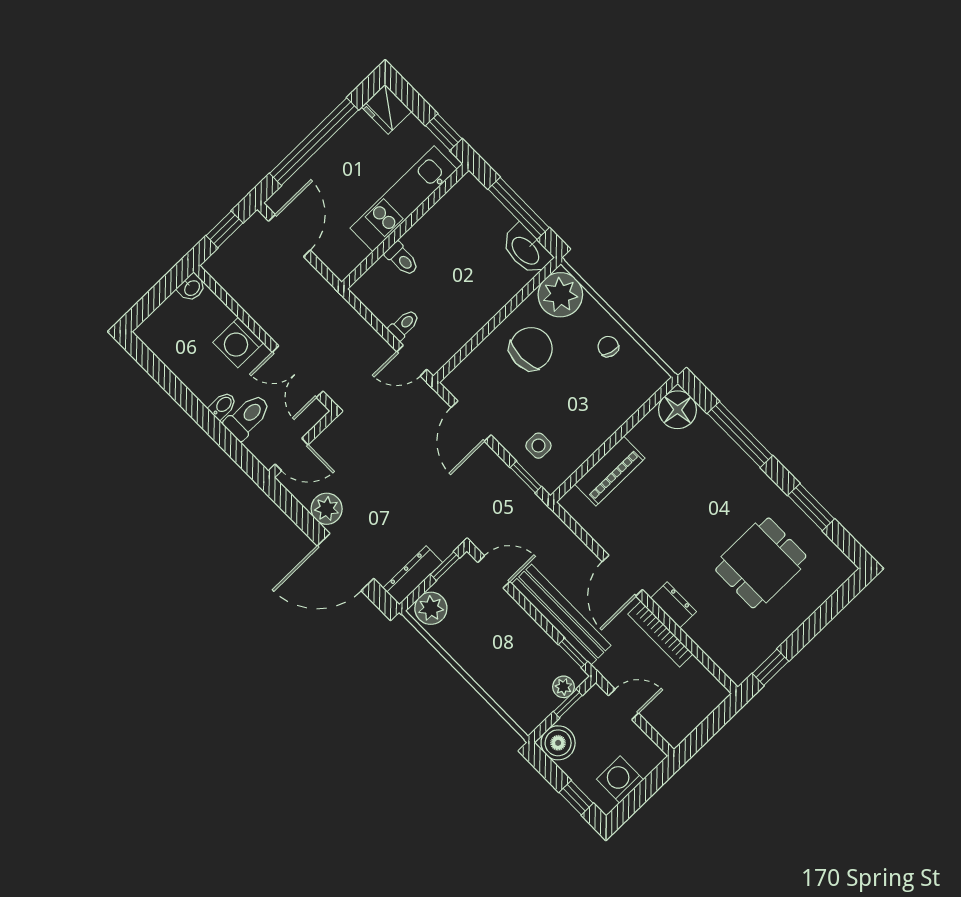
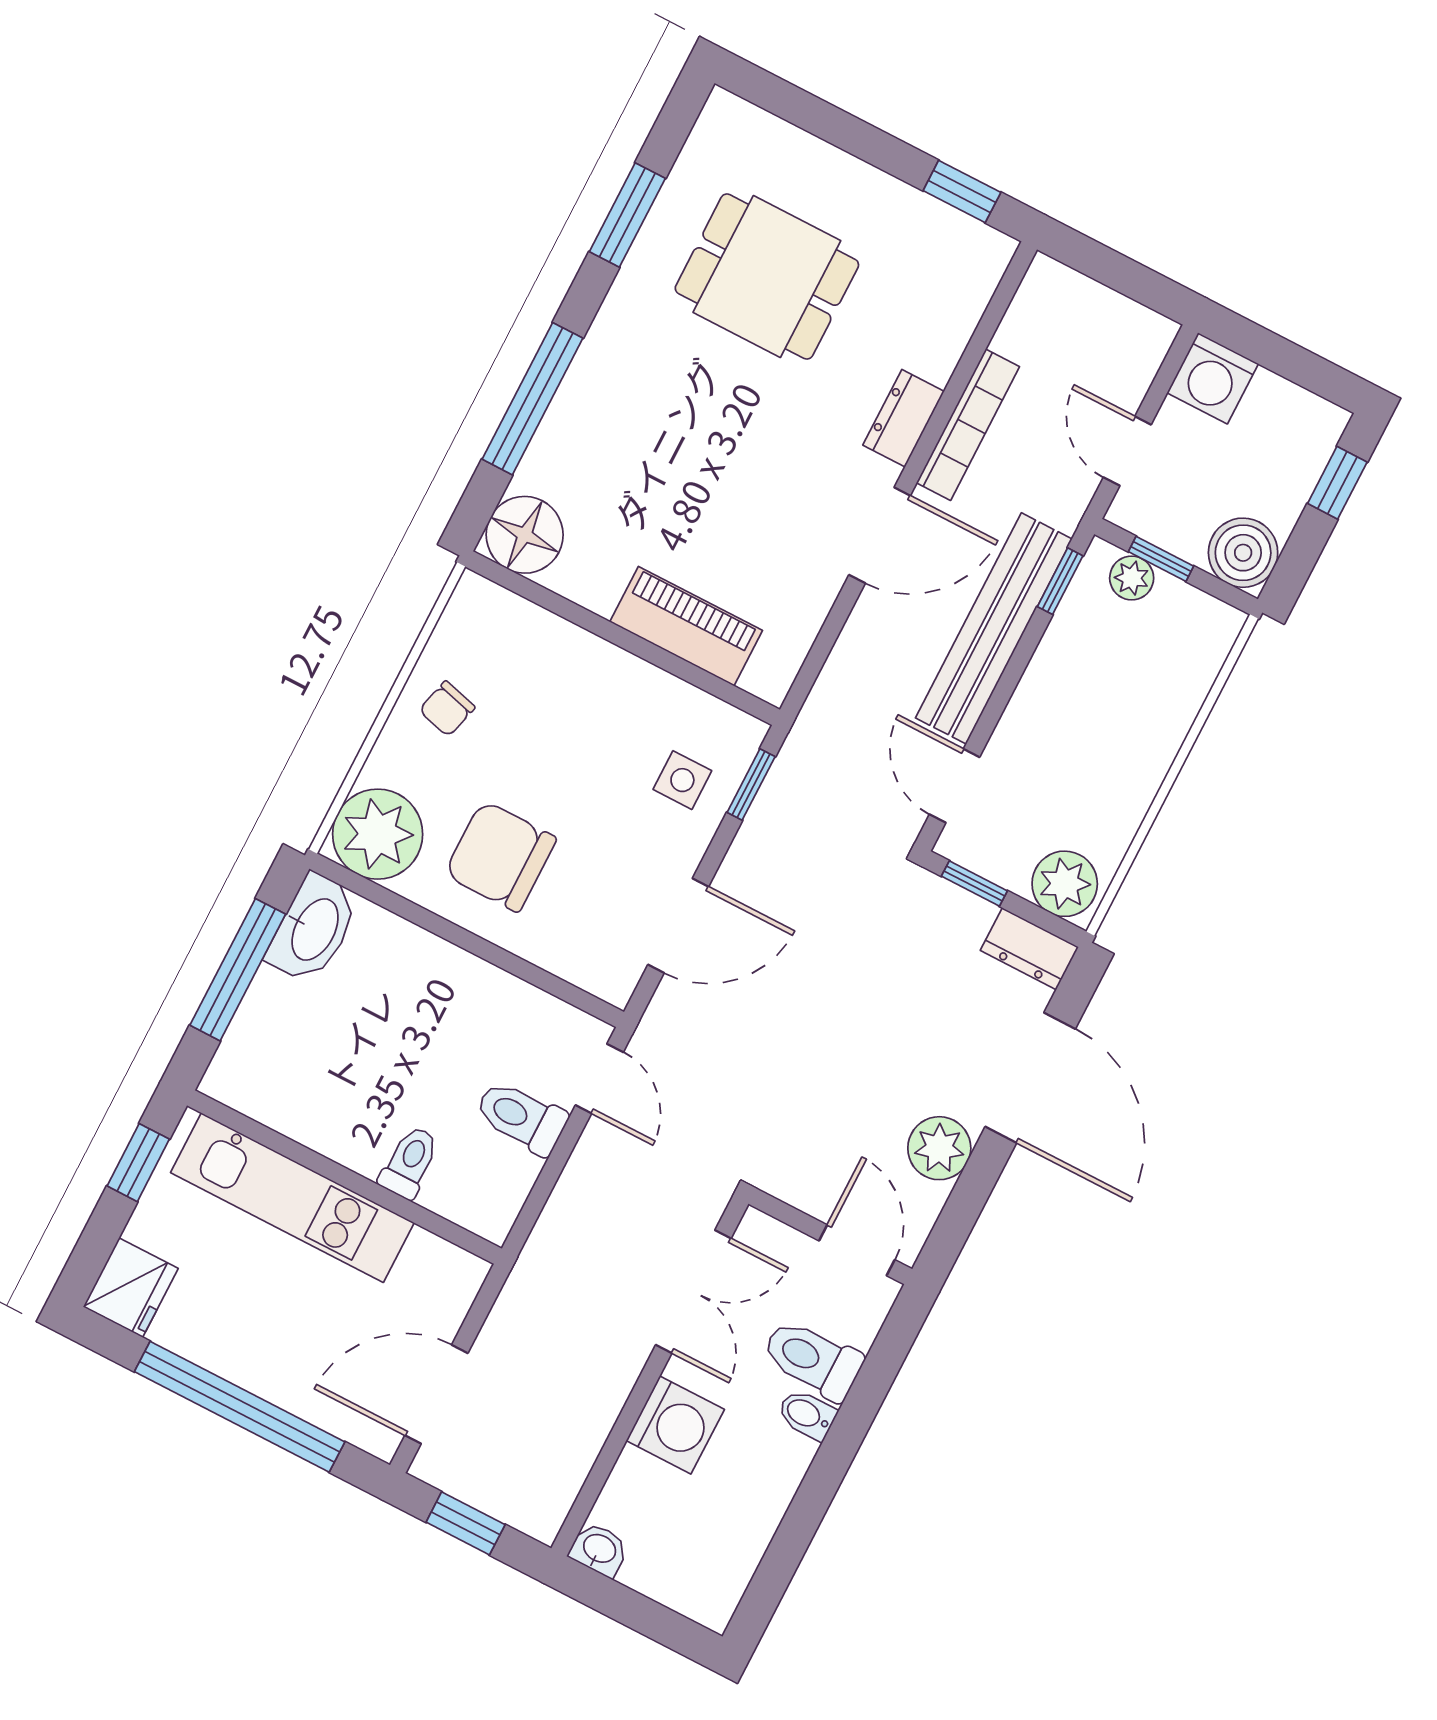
toilet: (404, 325) -> (521, 1117), width x1.37, depth x1.39
dresser: (413, 575) -> (1029, 949), width x0.70
washing machine: (620, 779) -> (1213, 378), moved

